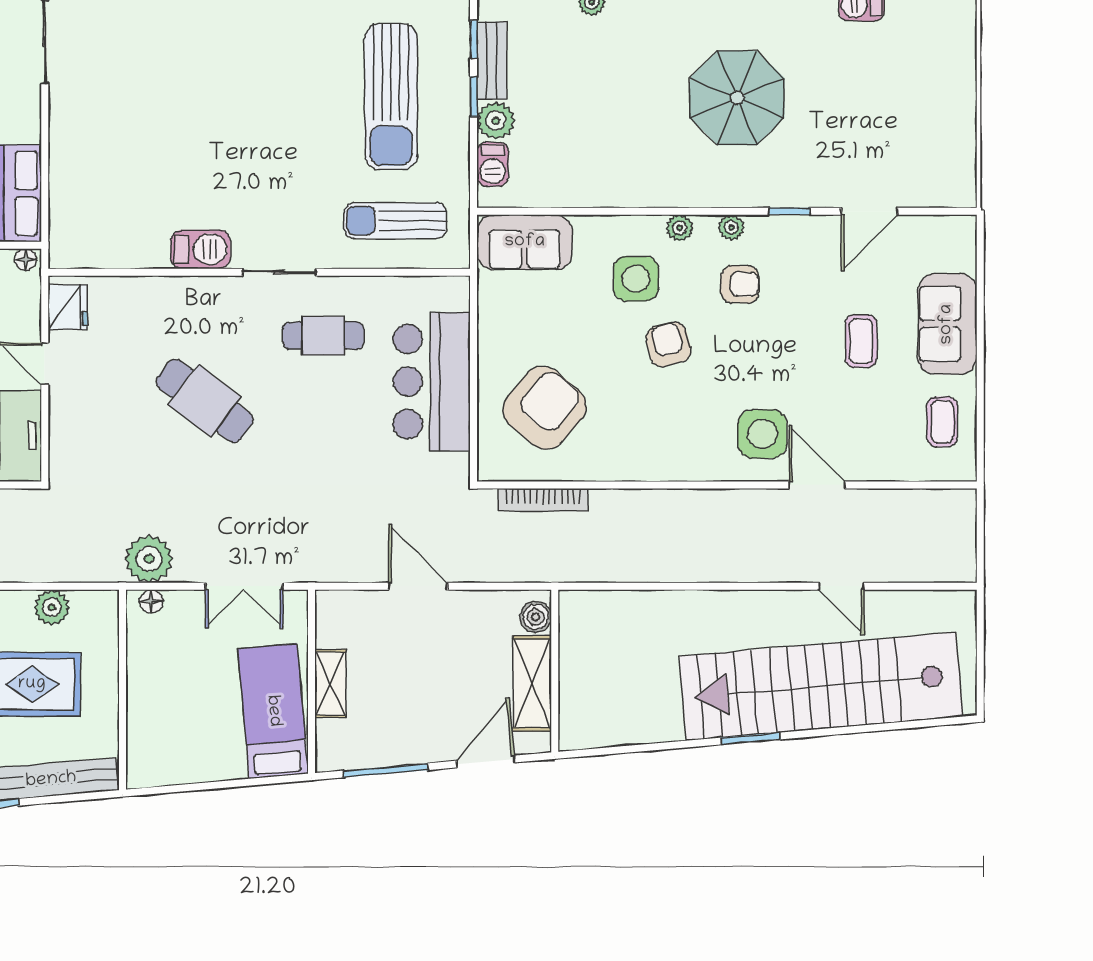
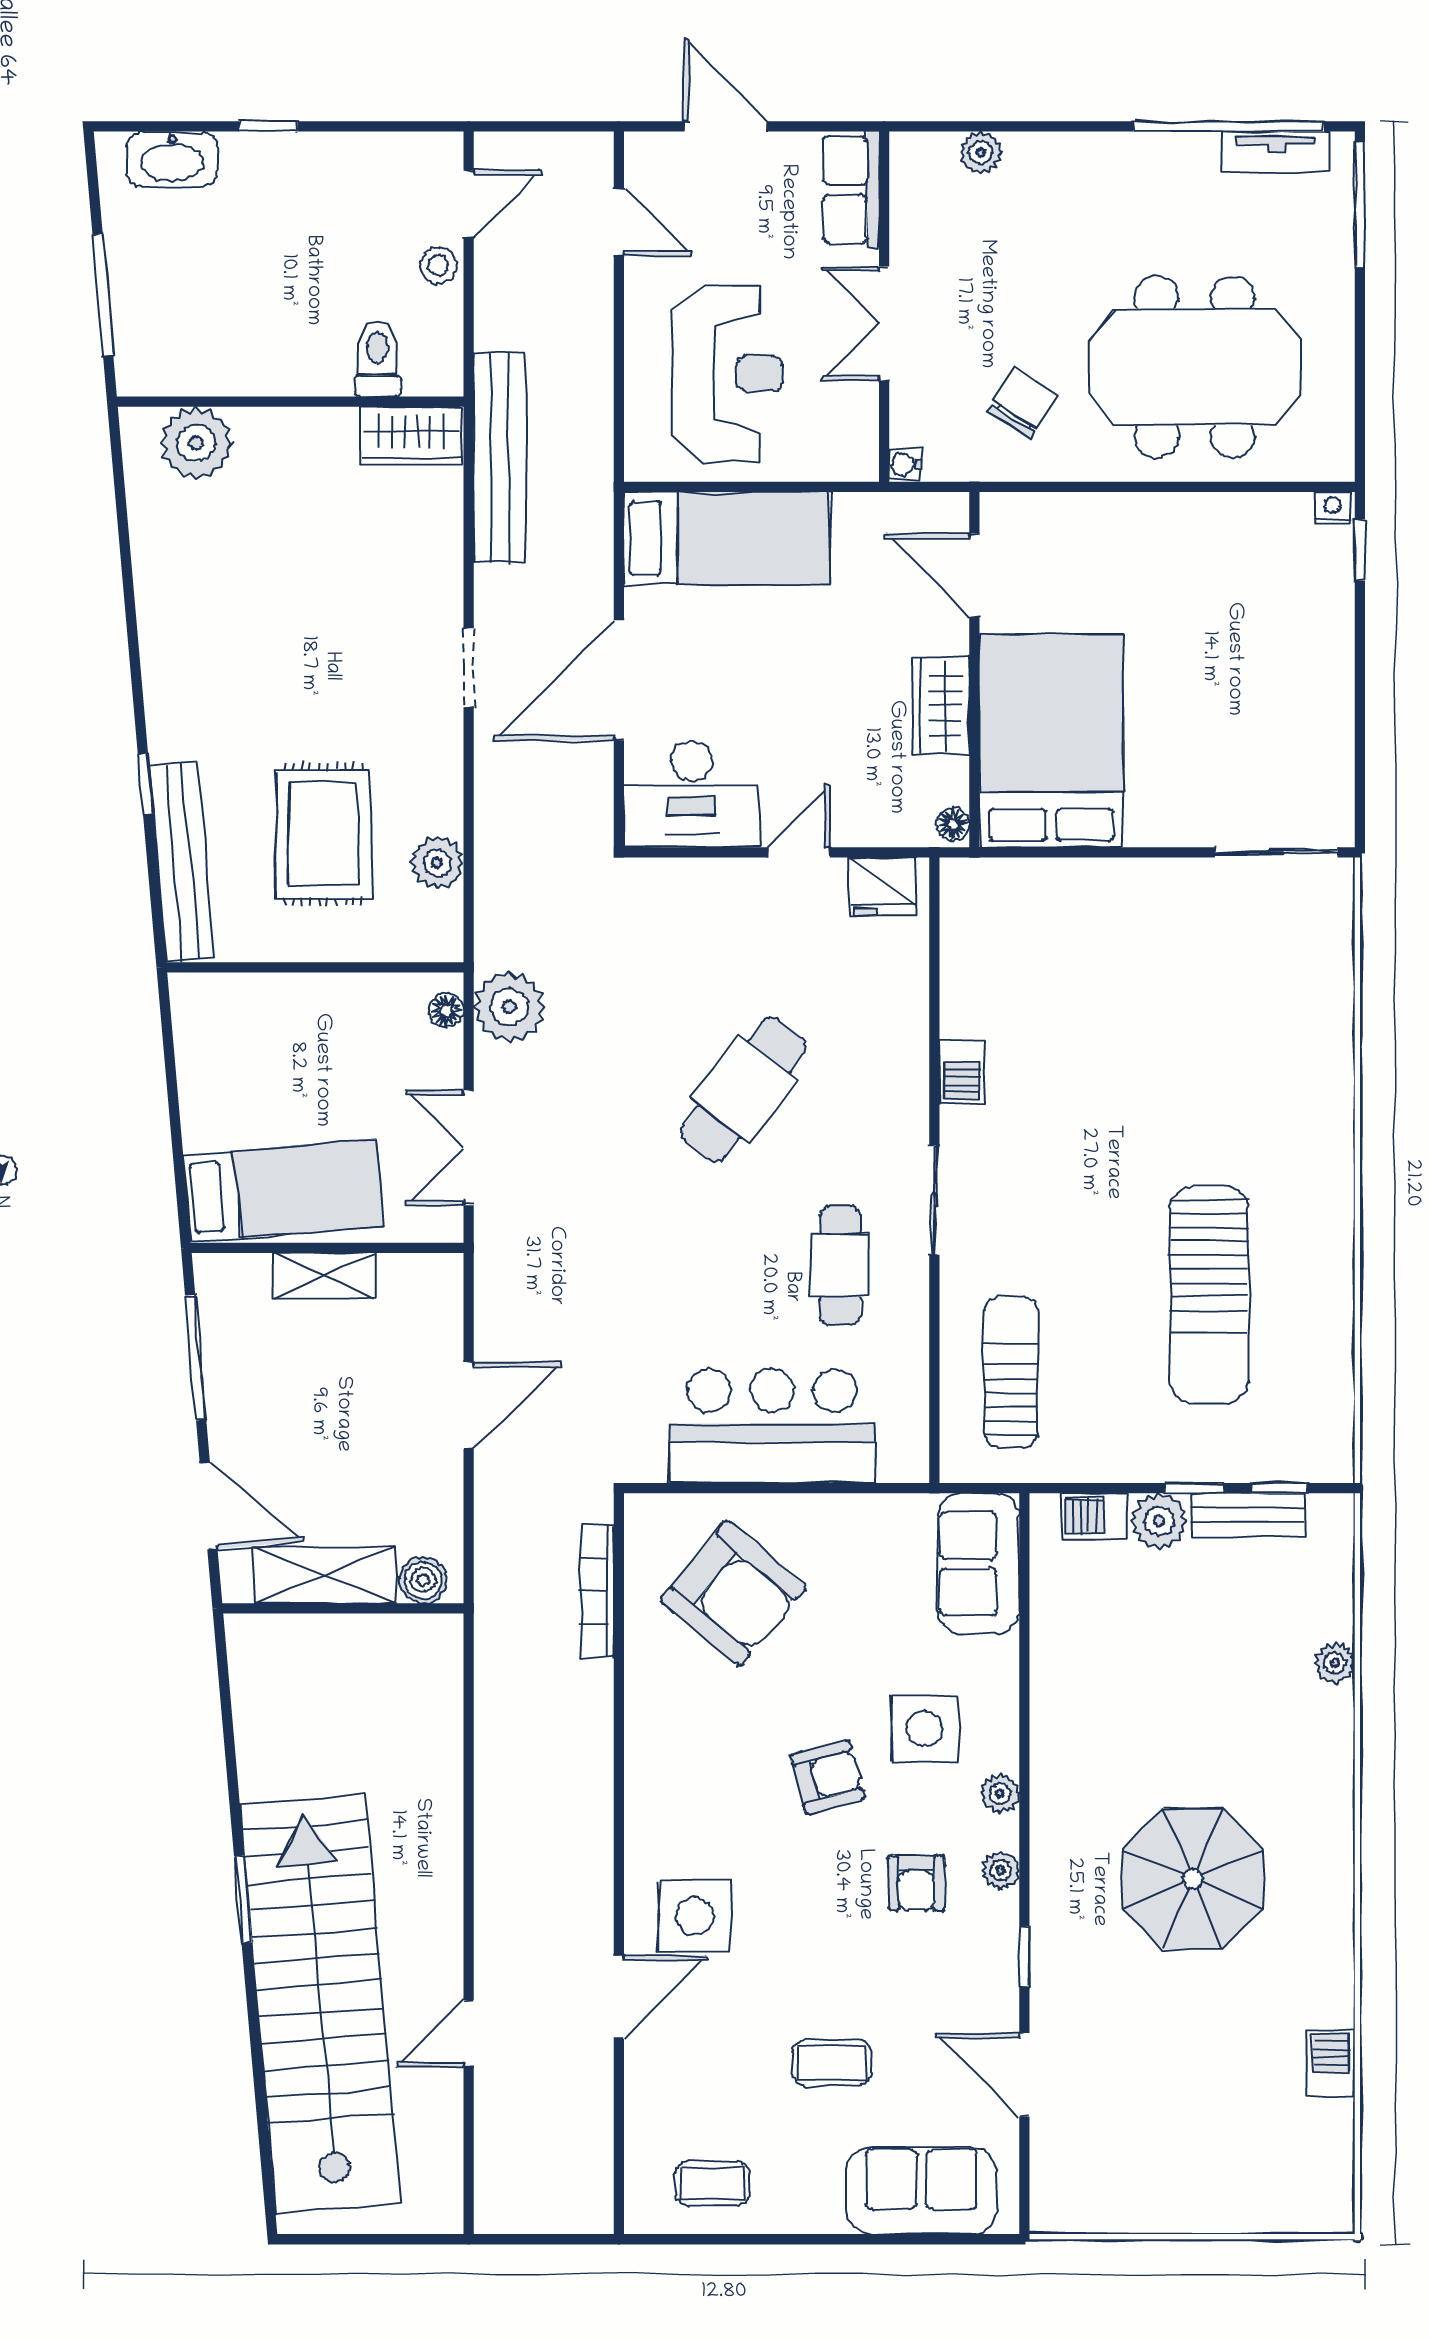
sun lounger: (391, 97) -> (1209, 1295), moved, turned -90
barbecue: (201, 249) -> (962, 1071), width x0.73, depth x0.79
sofa: (947, 324) -> (921, 2191), moved

